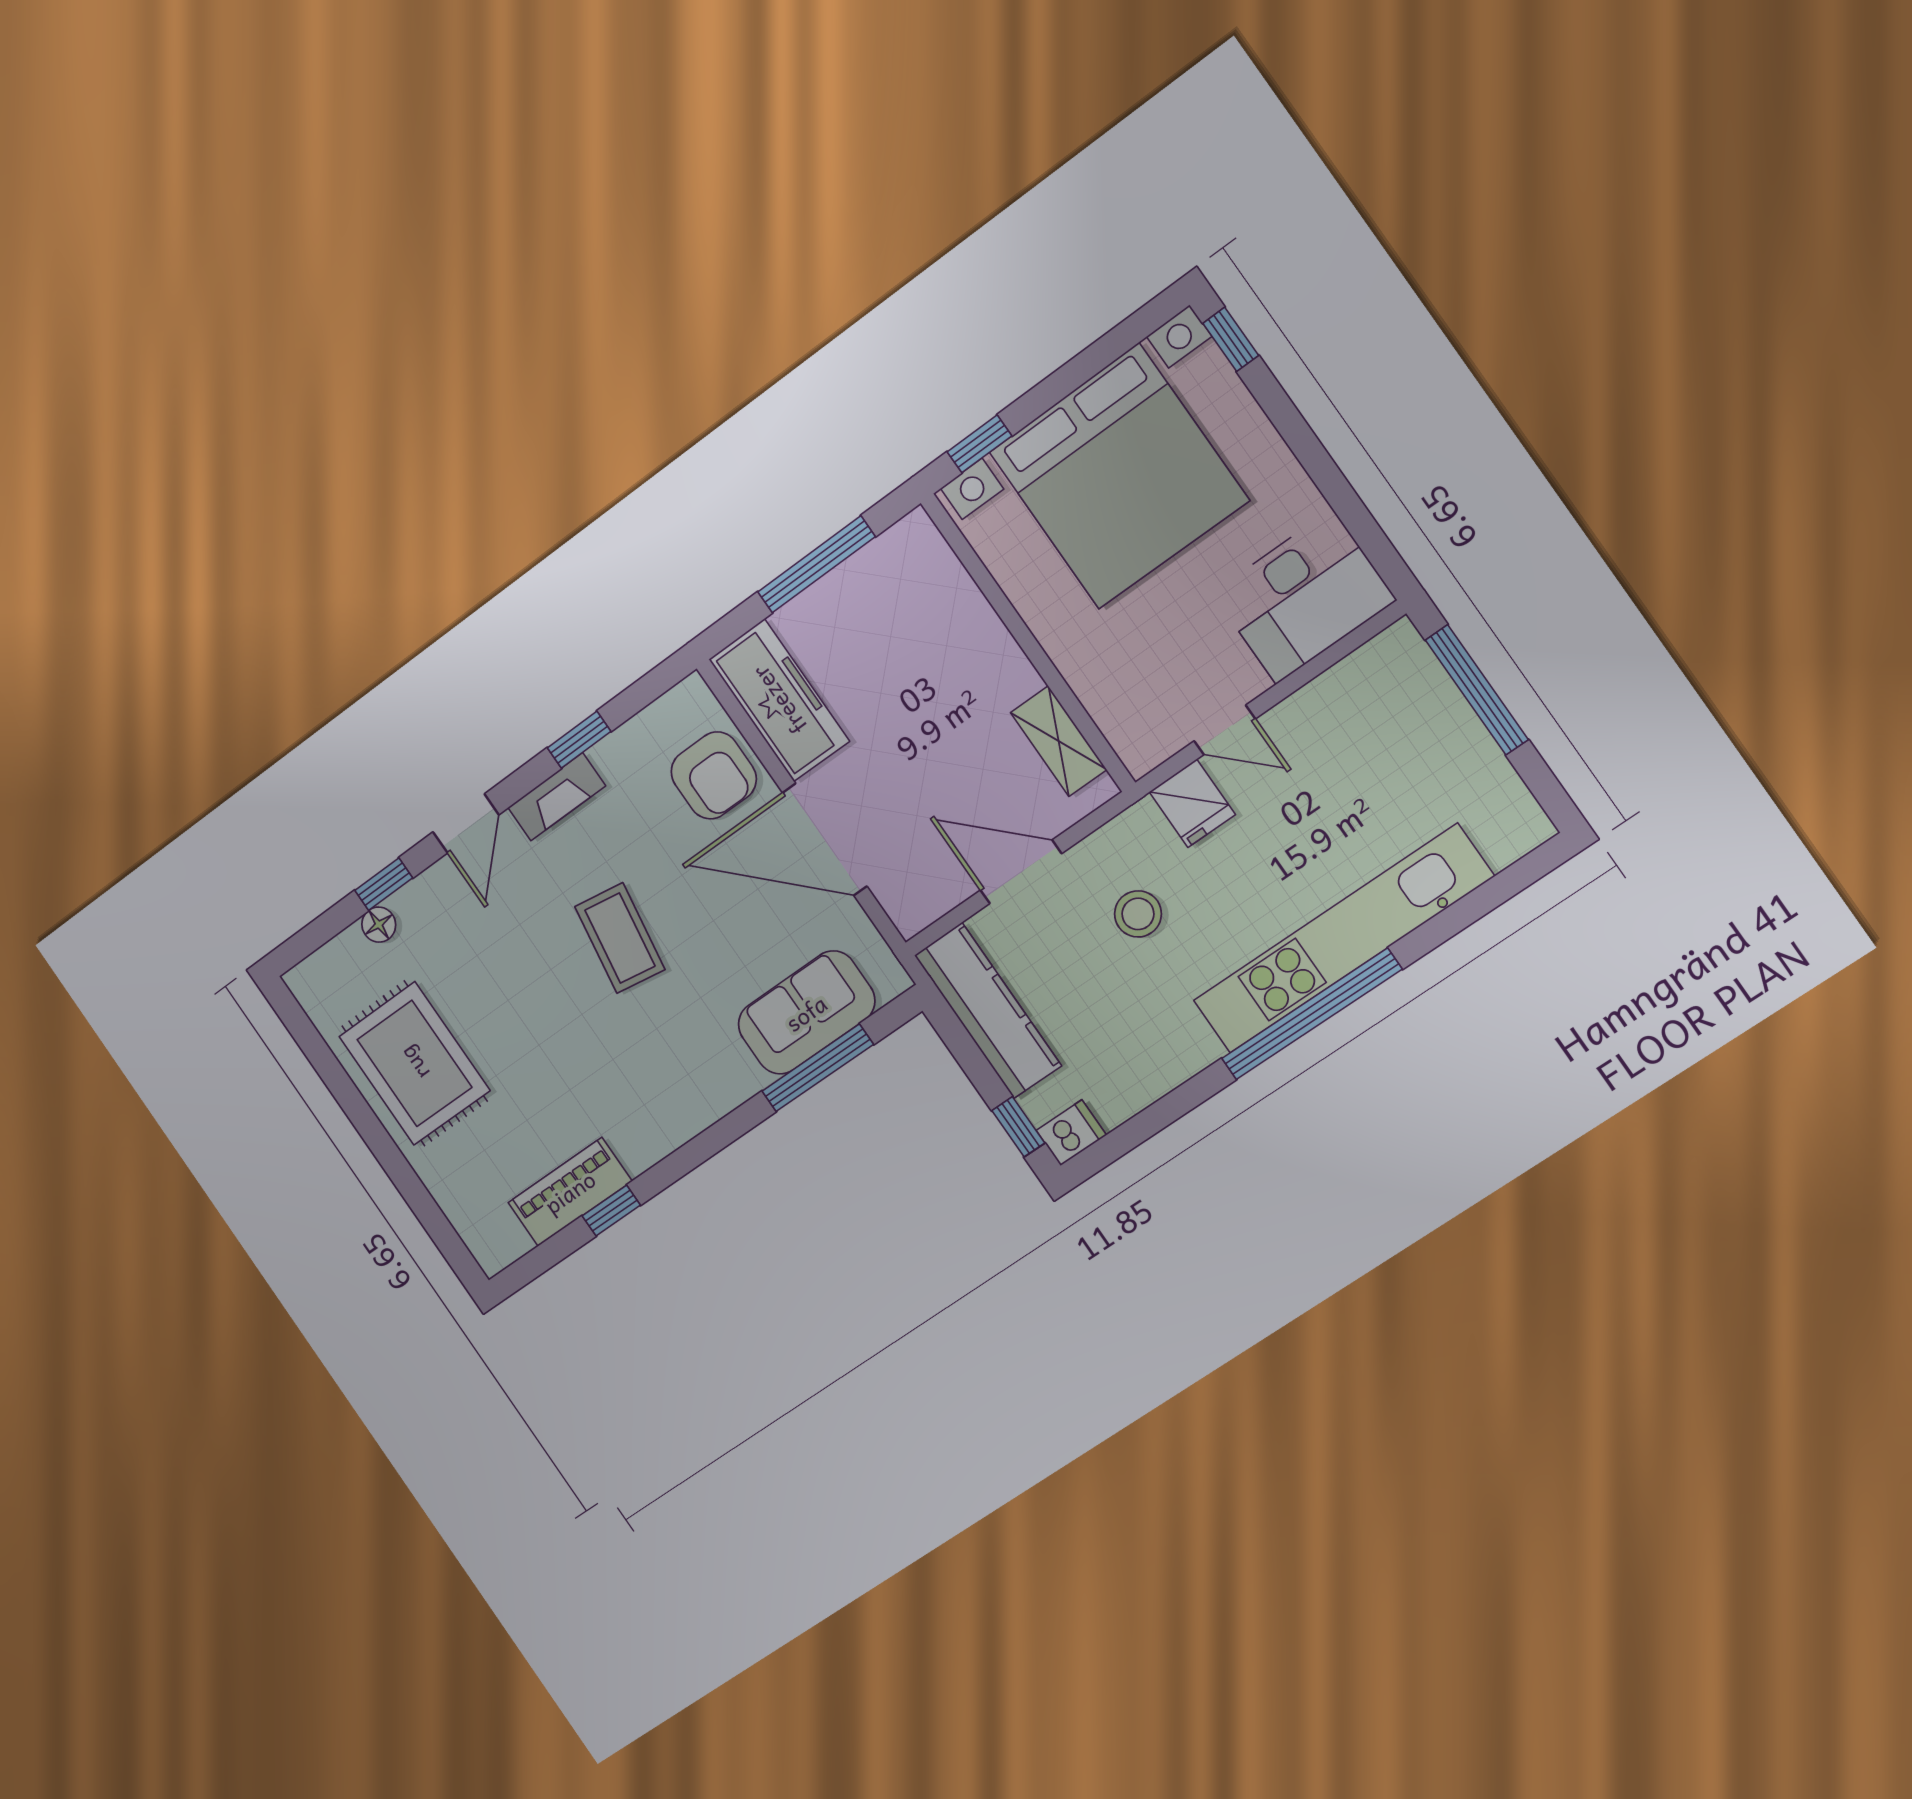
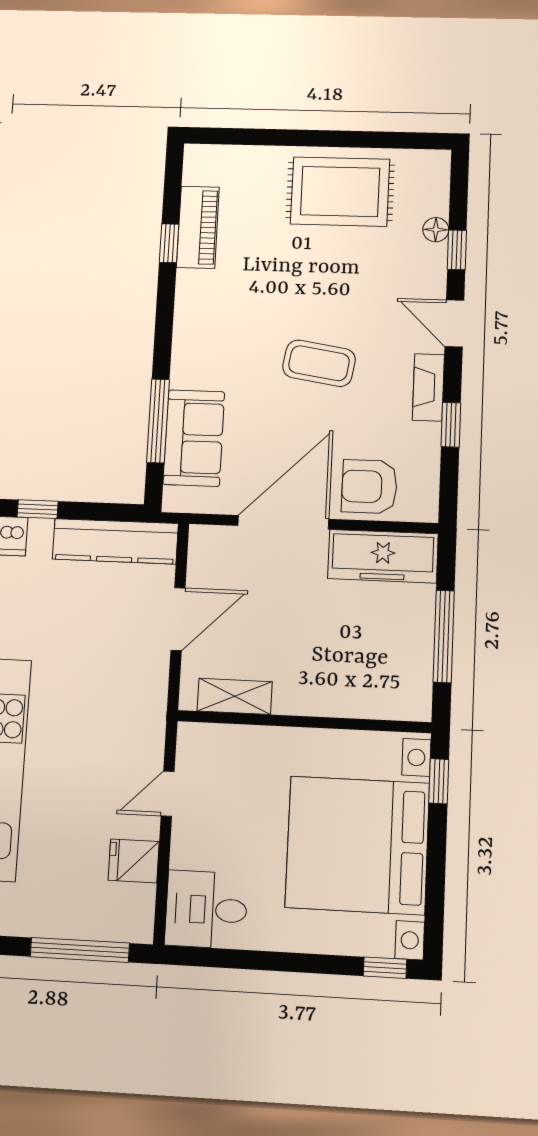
desk: (1304, 597) -> (206, 910), width x0.73
fridge: (1192, 803) -> (134, 861), moved
stool: (1138, 914) -> (103, 666), removed

